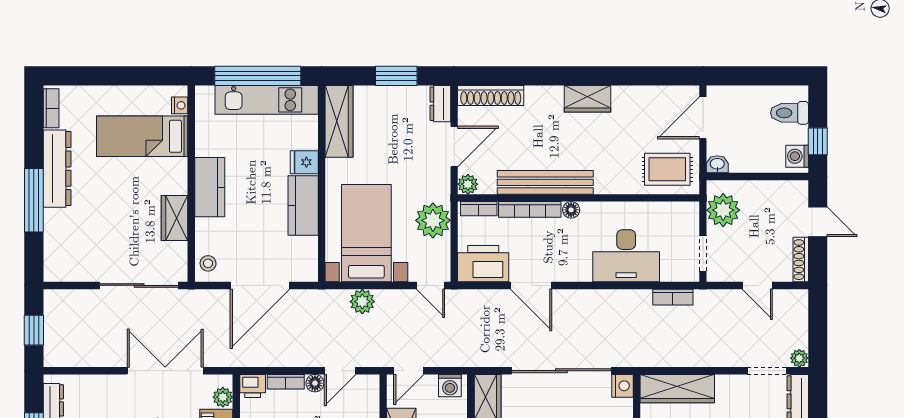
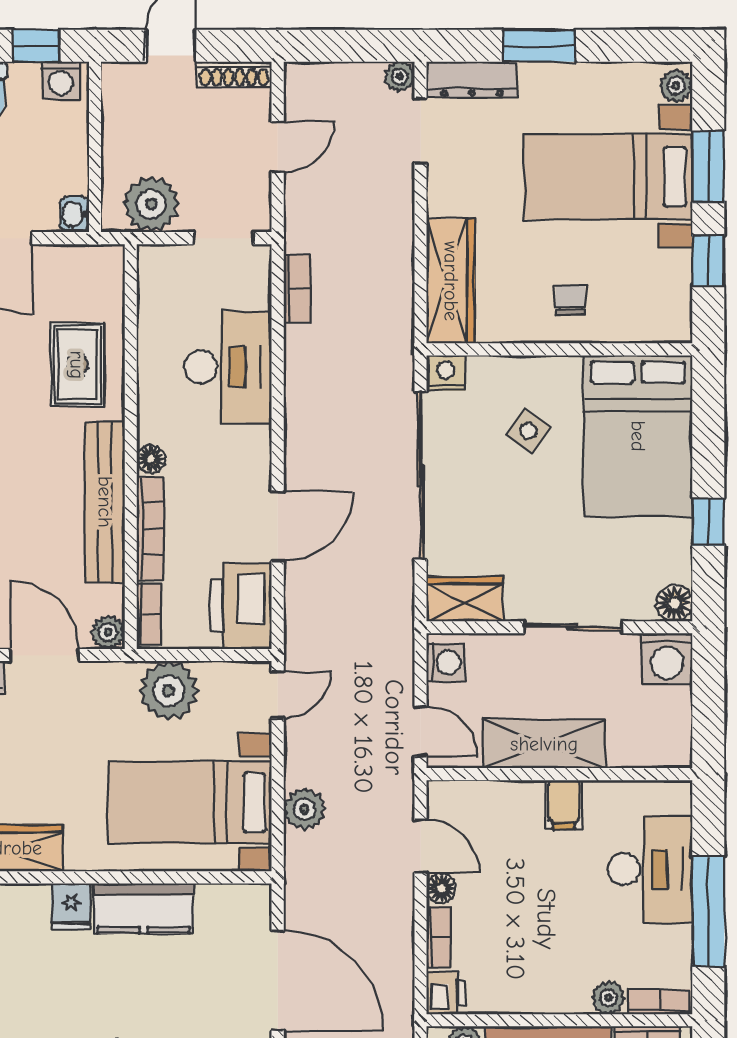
rug: (667, 169) -> (77, 365), moved

